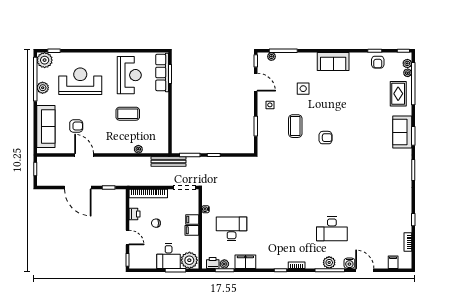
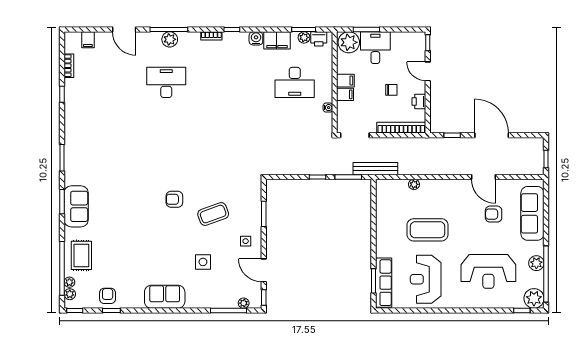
coffee table: (128, 114) -> (428, 230), width x1.36, depth x1.32
coffee table: (295, 126) -> (213, 214), turned 70
water cooler: (349, 263) -> (256, 38), moved

